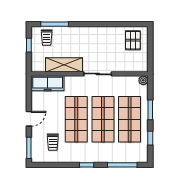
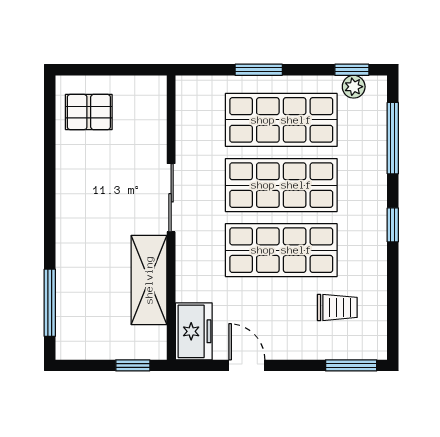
trolley: (47, 38) -> (82, 322), removed
window: (29, 45) -> (133, 365), moved
plant: (143, 80) -> (354, 87), moved
freezer: (48, 83) -> (194, 331), width x0.71
door: (29, 119) -> (247, 365), moved
window: (150, 138) -> (352, 70), moved

